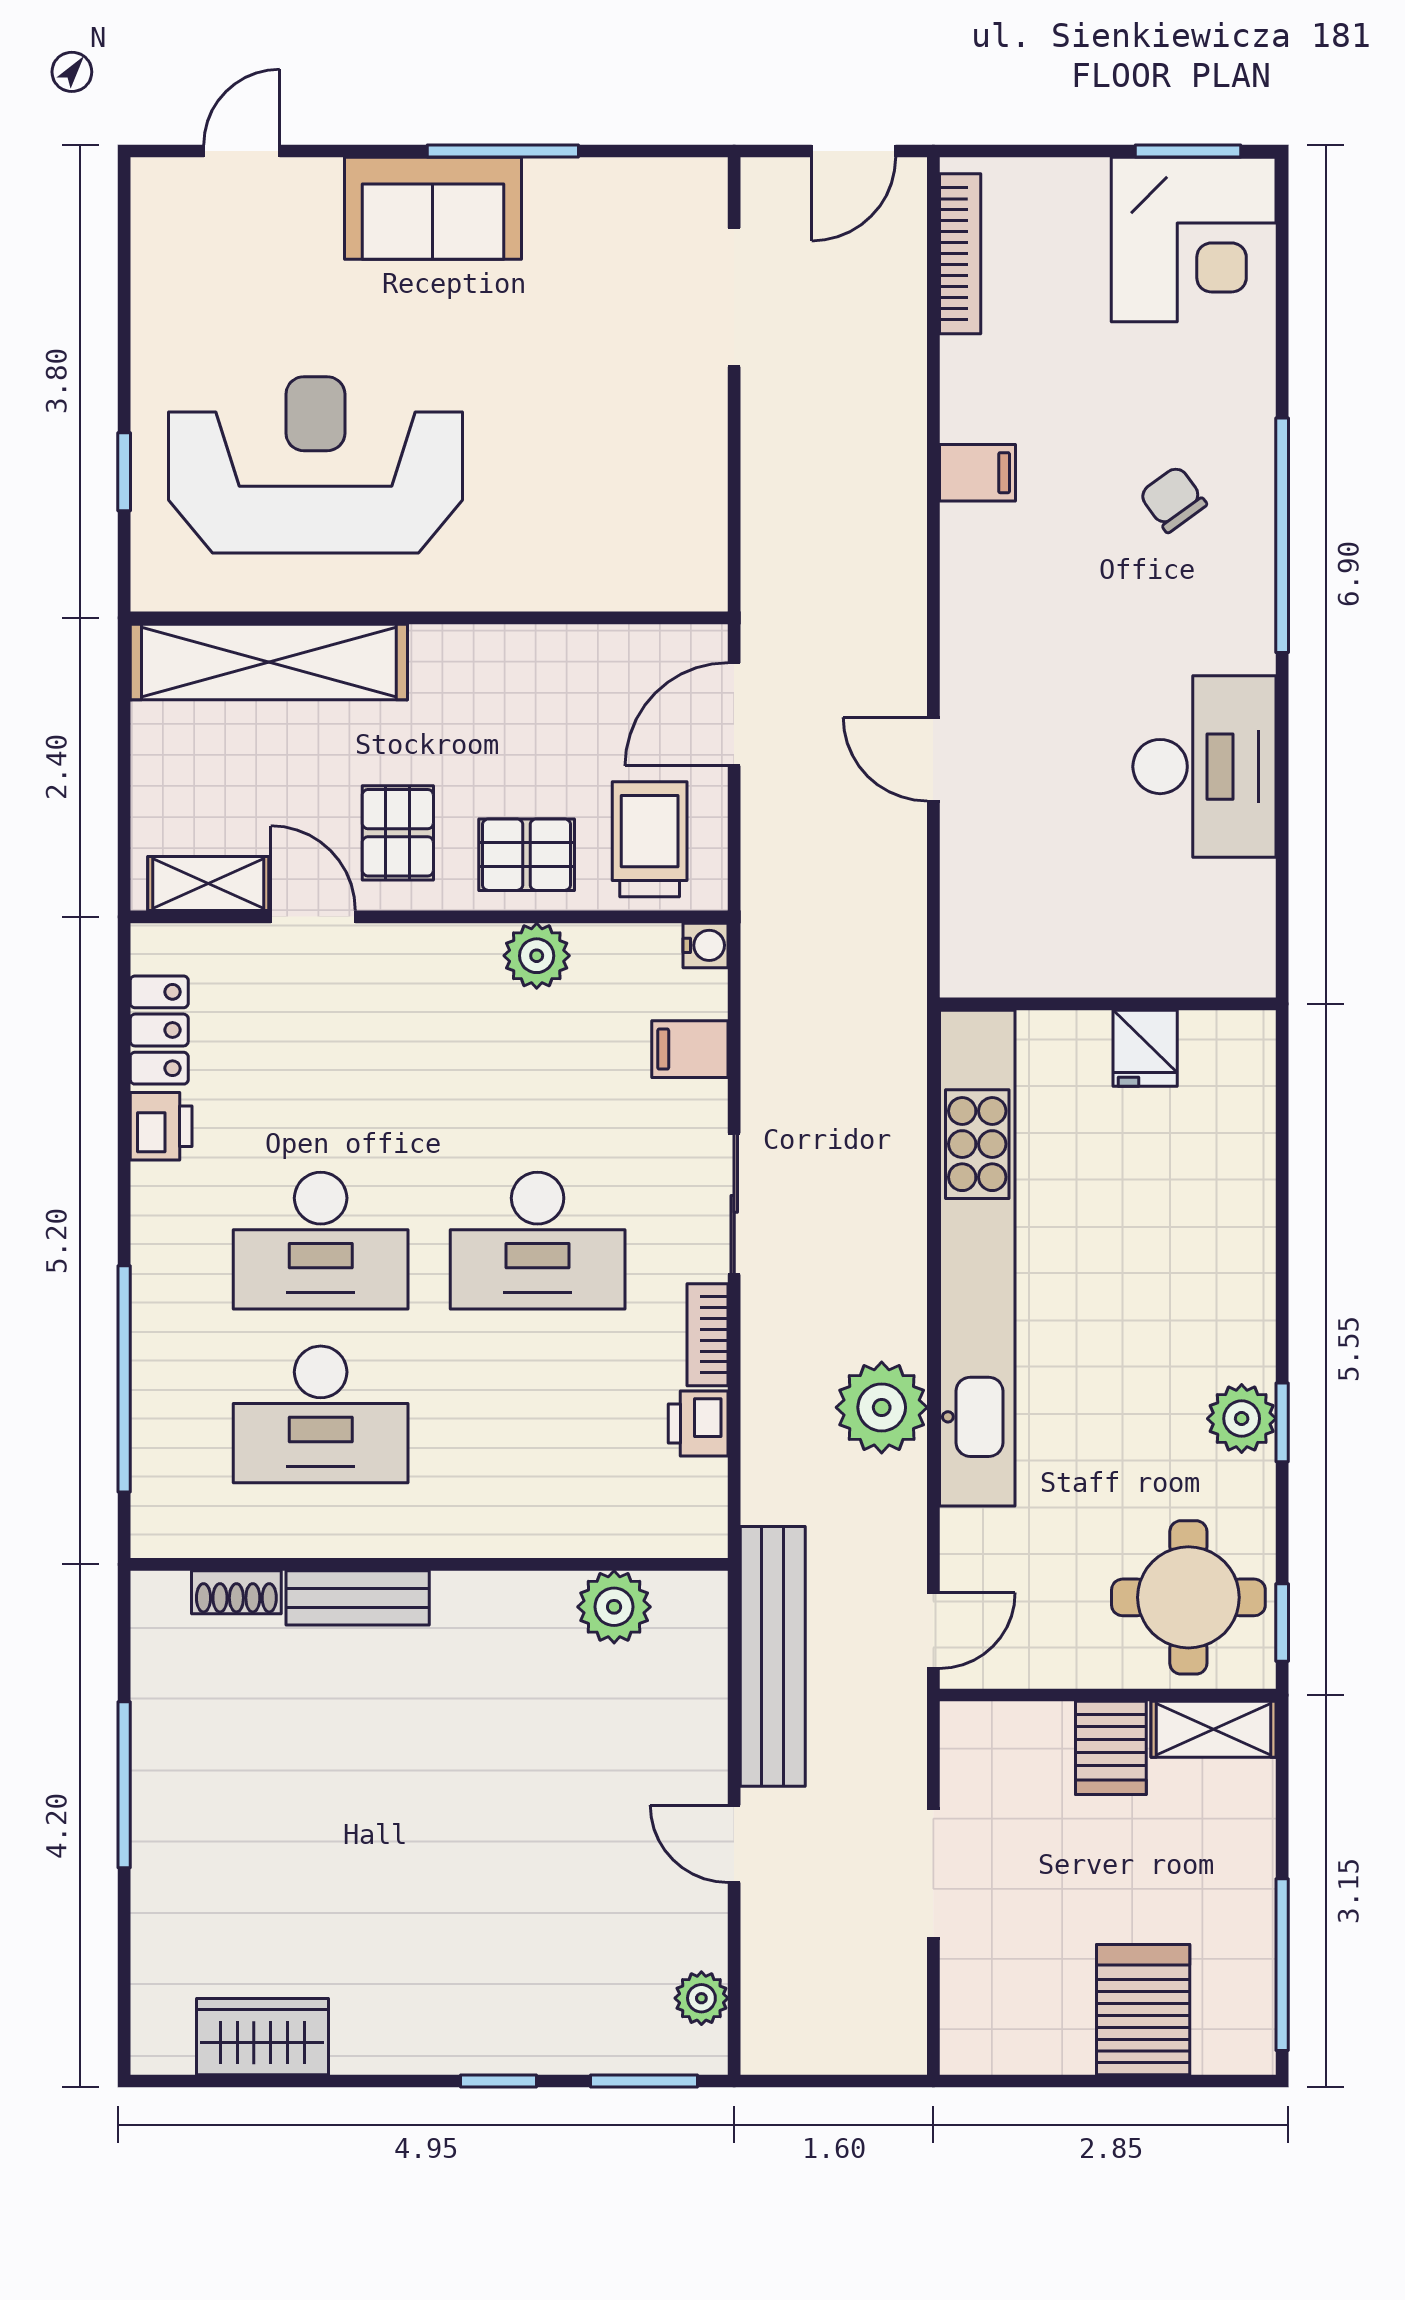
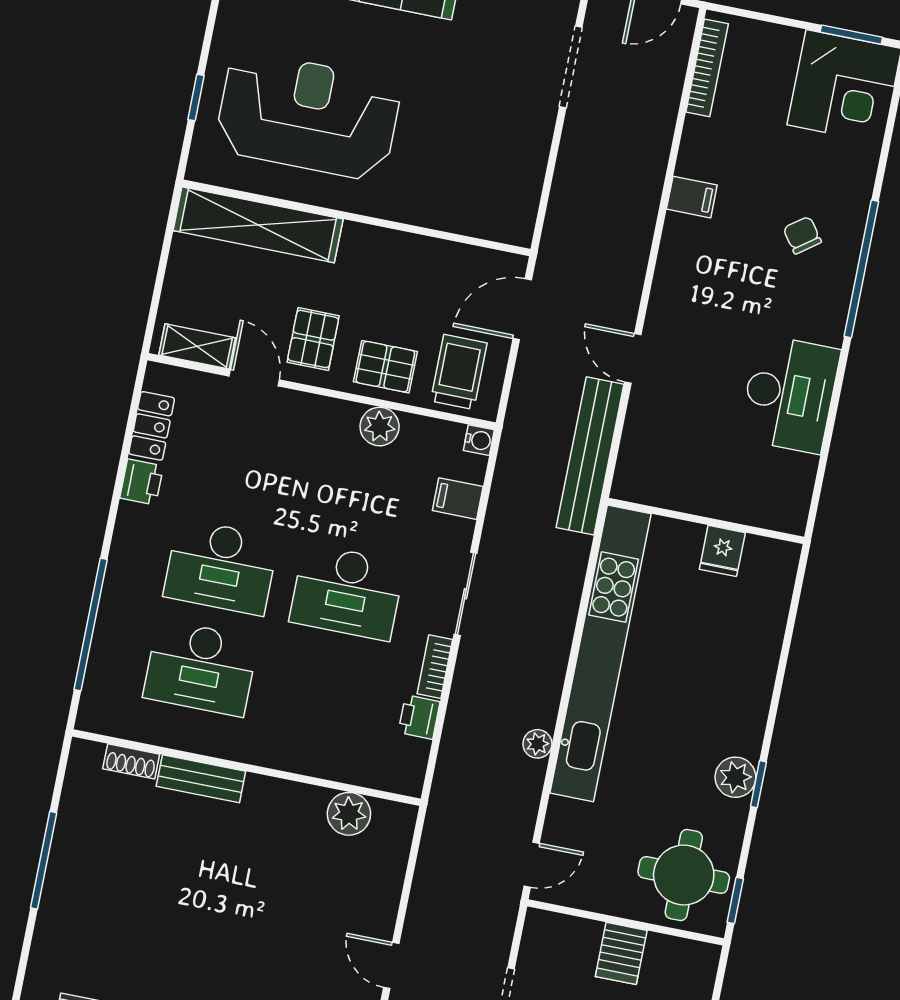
plant: (882, 1407) -> (537, 744), width x0.53, depth x0.53
bench: (773, 1656) -> (590, 456), moved
shelving: (1213, 1729) -> (683, 955), removed

